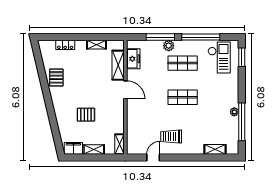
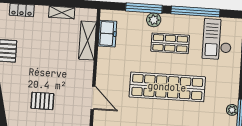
checkout: (219, 57) -> (217, 39), turned 180
door: (125, 90) -> (93, 98), moved
shop shelf: (183, 97) -> (167, 87), width x2.00, depth x1.36

